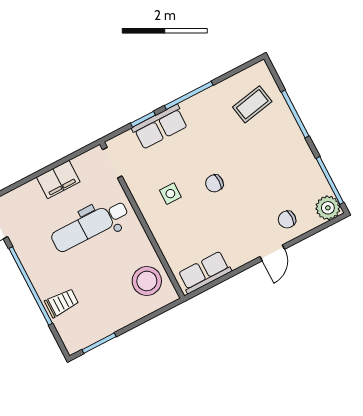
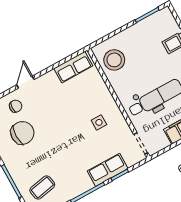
chair: (214, 183) -> (22, 133), moved, width x1.87, depth x1.87

